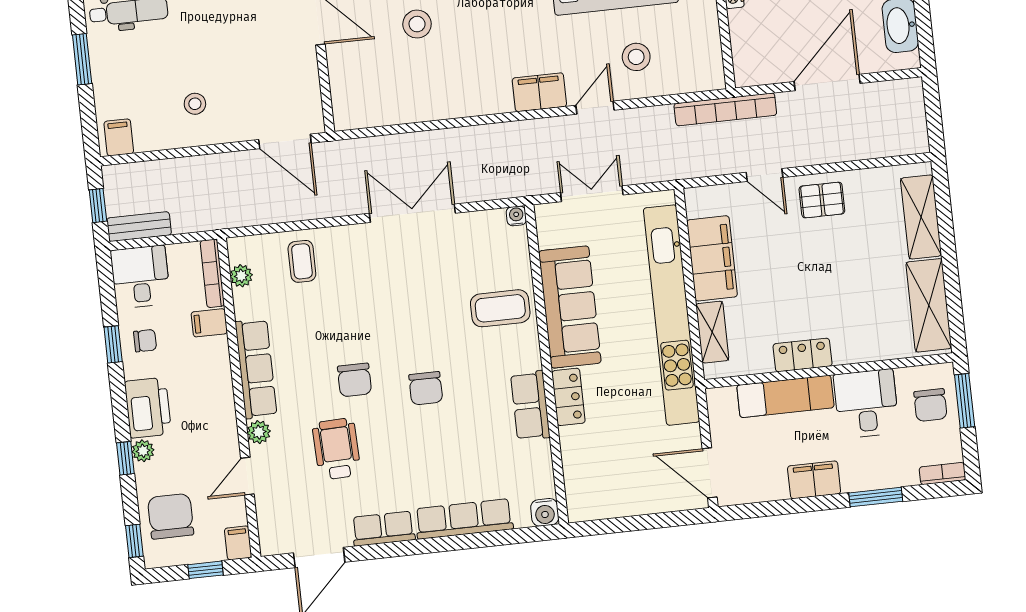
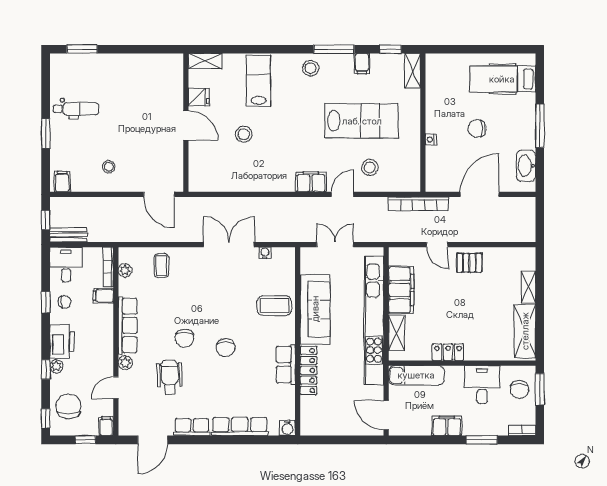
water cooler: (516, 216) -> (265, 253), moved
shelving: (921, 217) -> (528, 287), width x0.67, depth x0.75
exam couch: (785, 396) -> (416, 375), moved
locker: (568, 397) -> (308, 370), width x1.53

